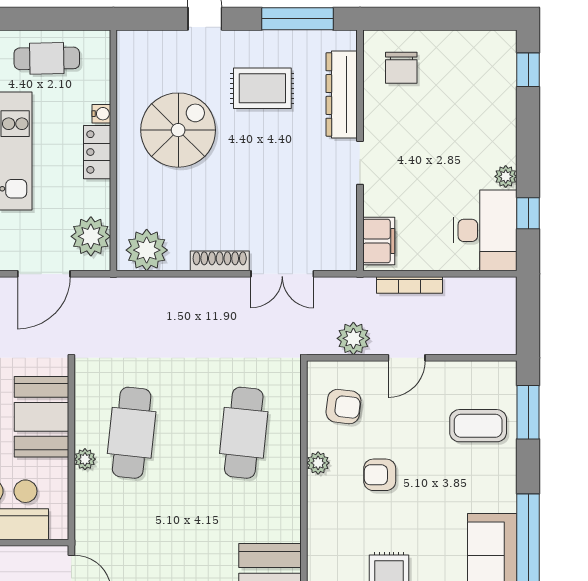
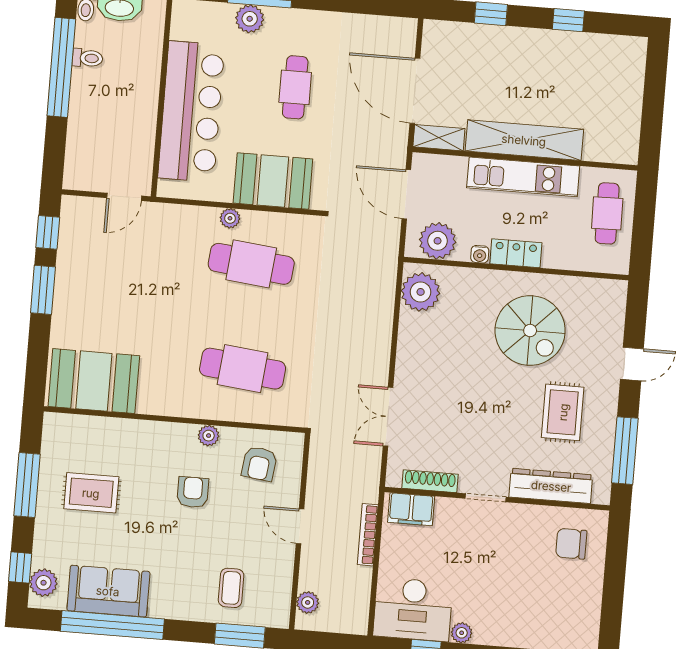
water cooler: (101, 114) -> (480, 254), moved
shoe rack: (220, 261) -> (430, 481), moved, turned -90
plant: (353, 338) -> (308, 602), moved, width x0.73, depth x0.73
coffee table: (478, 426) -> (231, 588), width x0.73, depth x0.77

